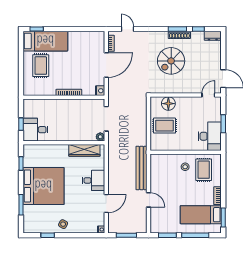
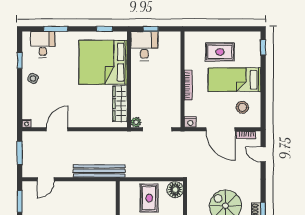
door: (127, 29) -> (263, 154), swing flipped
bed: (45, 41) -> (234, 80), moved, turned 90
stool: (88, 47) -> (242, 107), added
floor lamp: (168, 104) -> (175, 190), moved
desk: (93, 180) -> (43, 44), moved, turned 180
bed: (43, 186) -> (103, 62), moved, turned 90
door: (149, 200) -> (46, 179), moved
door: (106, 204) -> (57, 129), swing flipped

